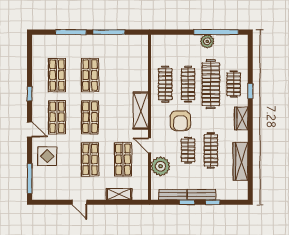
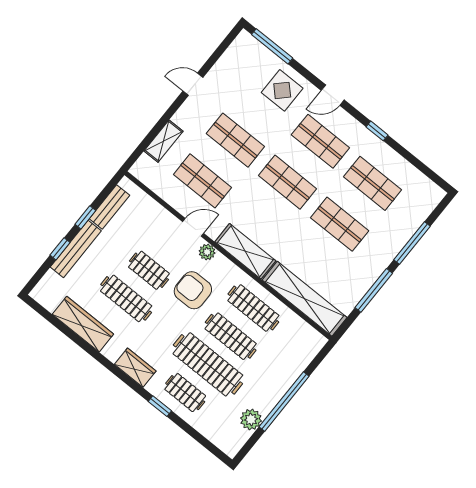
window: (216, 32) -> (284, 402), moved
plant: (207, 41) -> (251, 419), moved
shelving: (140, 63) -> (305, 299), added
plant: (161, 166) -> (207, 252), moved, width x0.53, depth x0.53
bench: (201, 195) -> (76, 249), width x1.36

